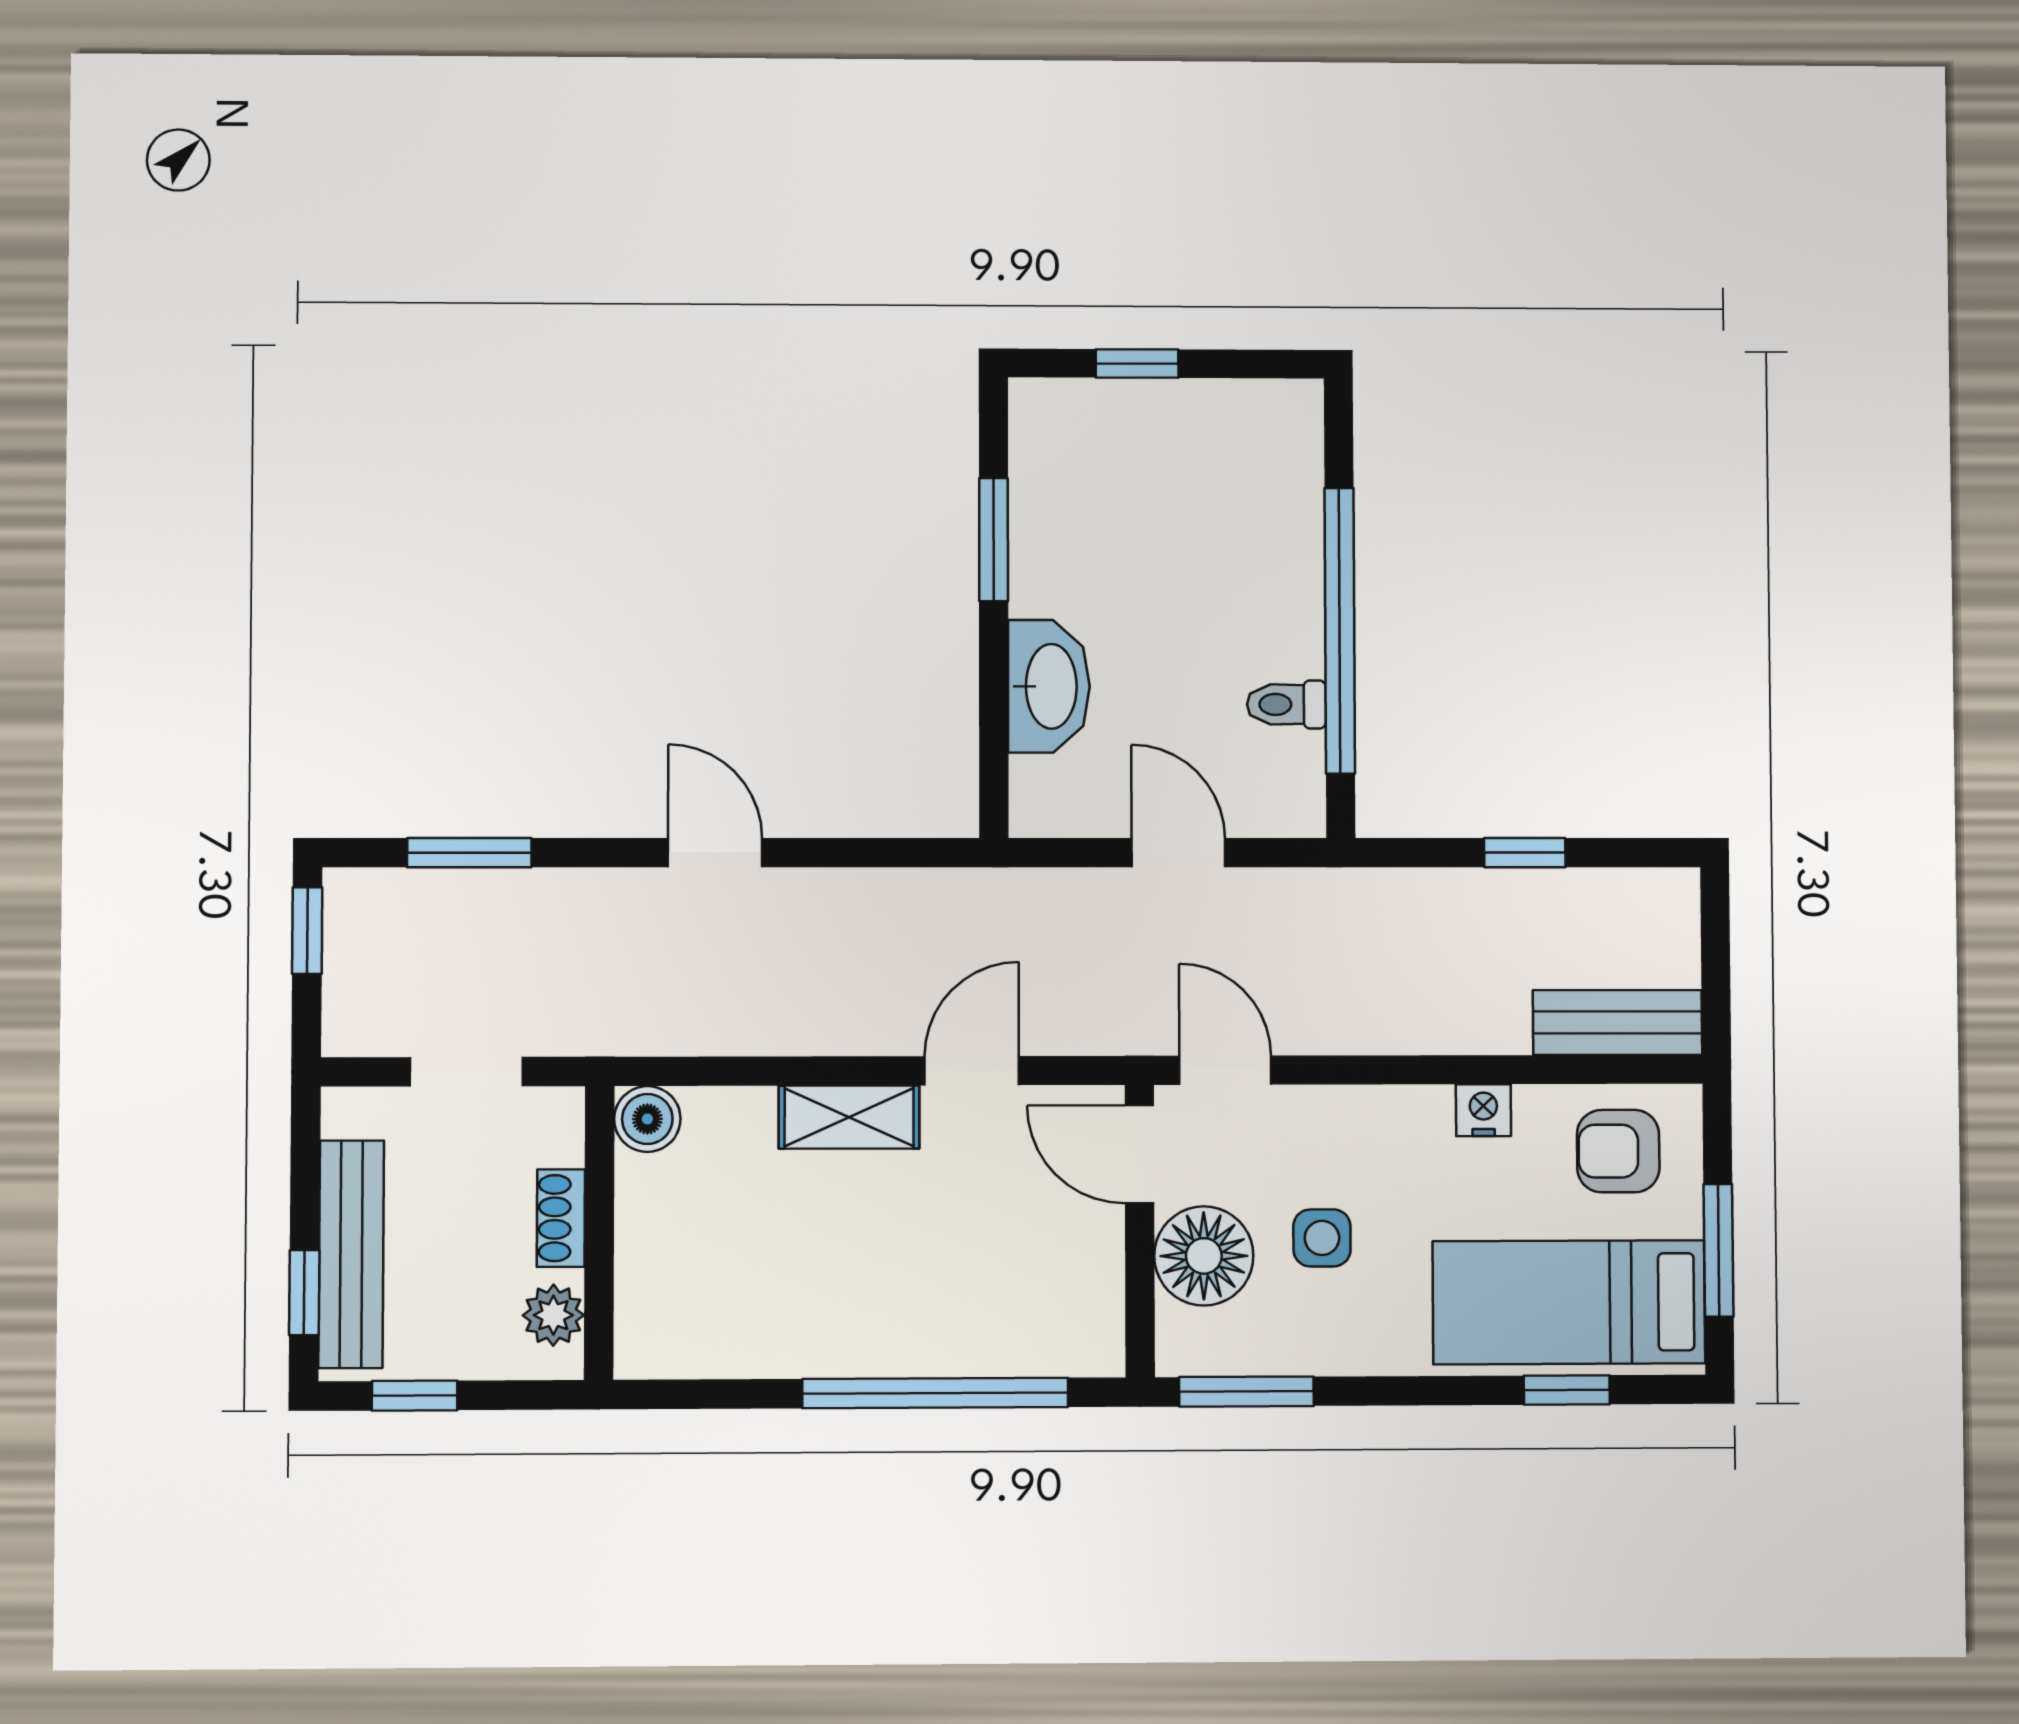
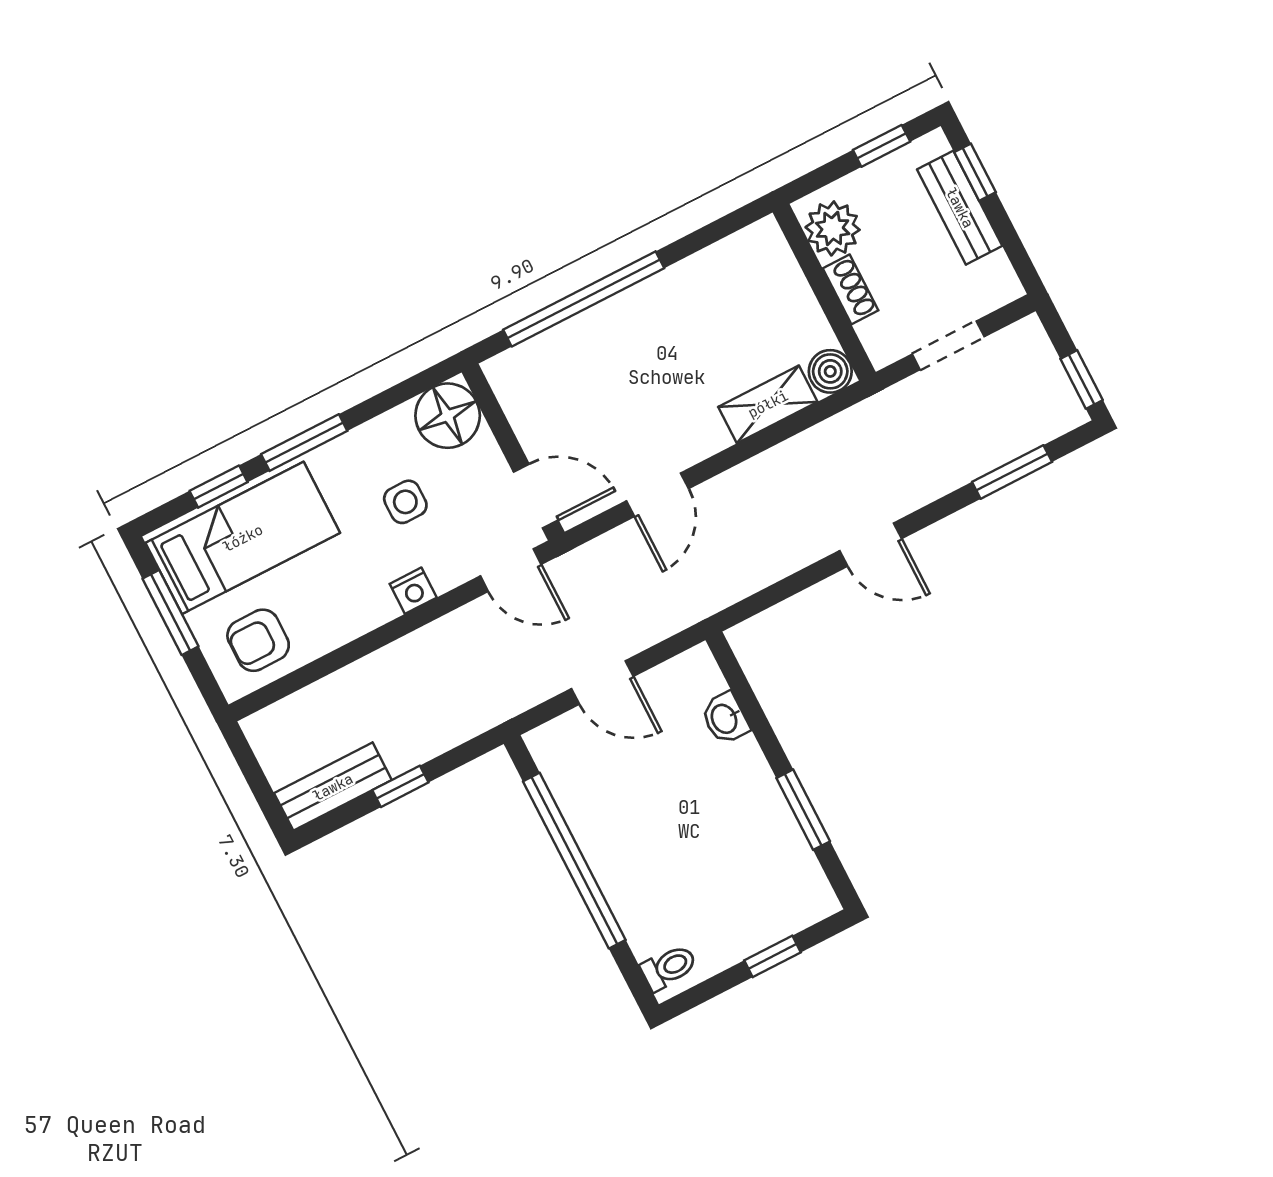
washbasin: (1049, 686) -> (725, 718), width x0.52, depth x0.69
toilet: (1286, 704) -> (669, 967), moved
bench: (1618, 1022) -> (333, 787), moved
nightstand: (1483, 1110) -> (413, 591), moved
shelving: (849, 1117) -> (768, 404), moved
armchair: (1618, 1151) -> (258, 640), turned 180
bench: (351, 1254) -> (960, 208), width x0.73
floor lamp: (1204, 1256) -> (448, 416), moved
plant: (553, 1315) -> (833, 228), width x1.38, depth x1.38
window: (1246, 1392) -> (304, 443), moved

